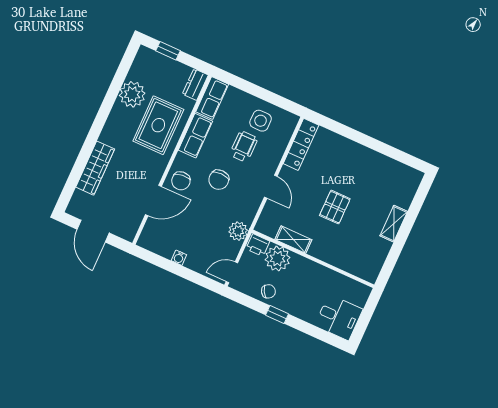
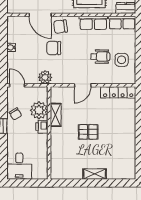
chair: (219, 180) -> (54, 48), moved
printer: (258, 245) -> (42, 127), moved

